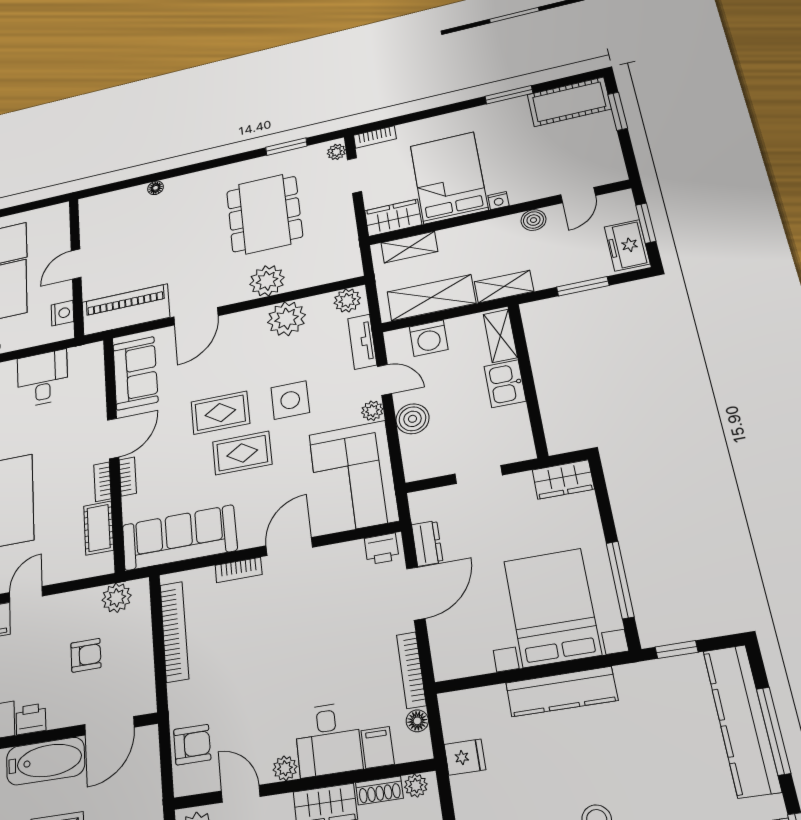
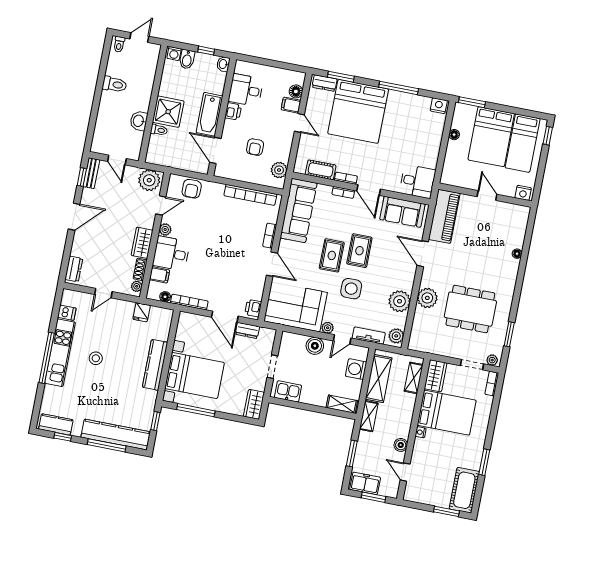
nightstand: (62, 313) -> (523, 193), moved
desk: (43, 378) -> (417, 181), moved
kitchen sink: (505, 384) -> (288, 391), moved

